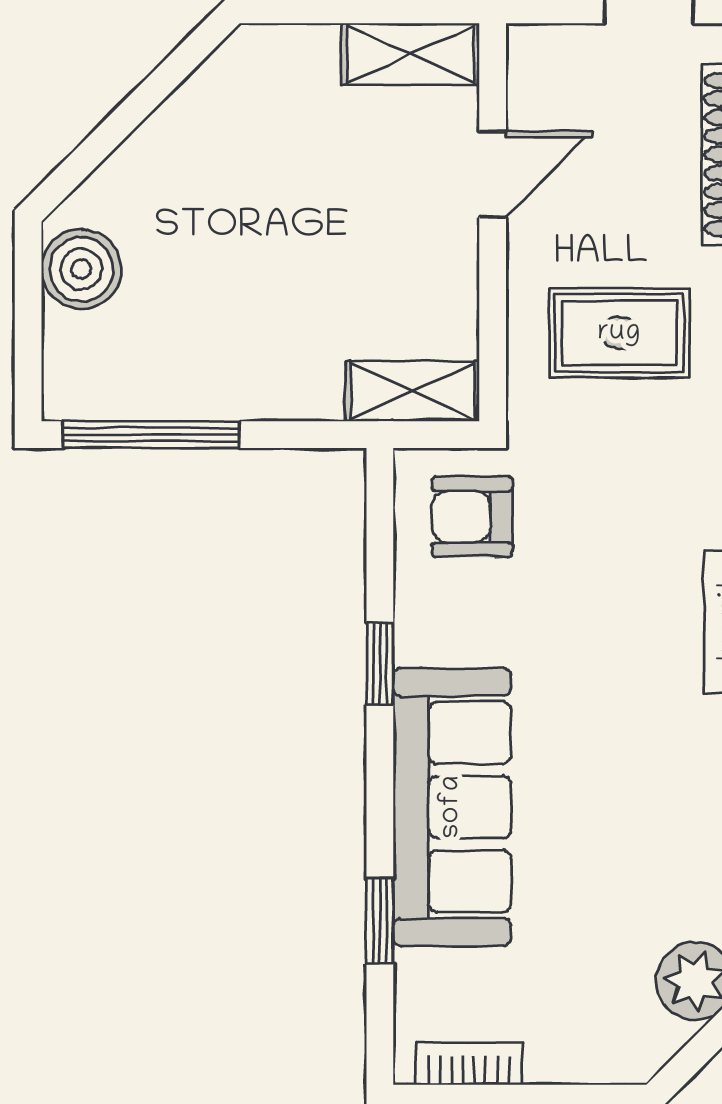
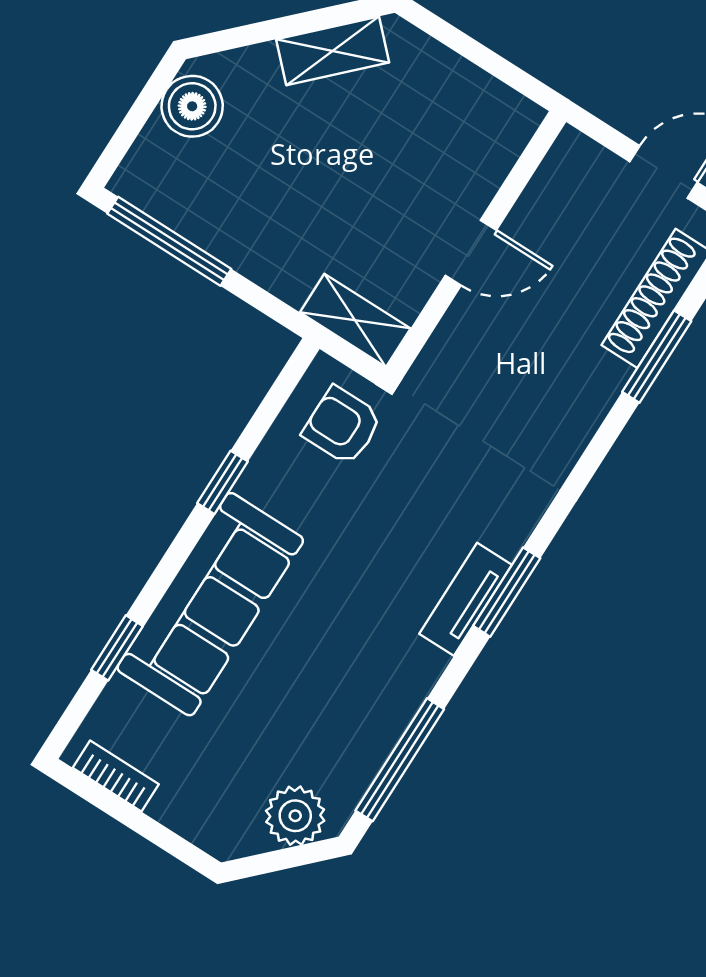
shelving: (410, 54) -> (333, 51), moved, turned -45
door: (493, 174) -> (471, 253), moved
rug: (619, 333) -> (512, 368), removed

